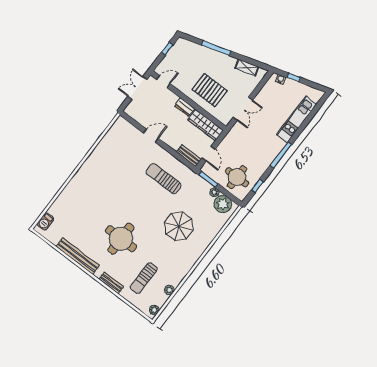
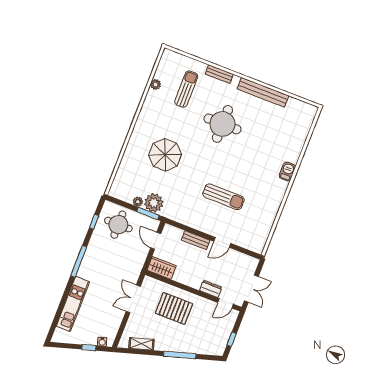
dresser: (185, 107) -> (211, 289), moved
wardrobe: (206, 125) -> (162, 268), width x0.67
bench: (189, 156) -> (196, 240), moved
sun lounger: (164, 179) -> (223, 197), moved
plant: (223, 204) -> (154, 203), moved
barbecue: (46, 222) -> (287, 172), moved
plant: (154, 310) -> (165, 59), removed

